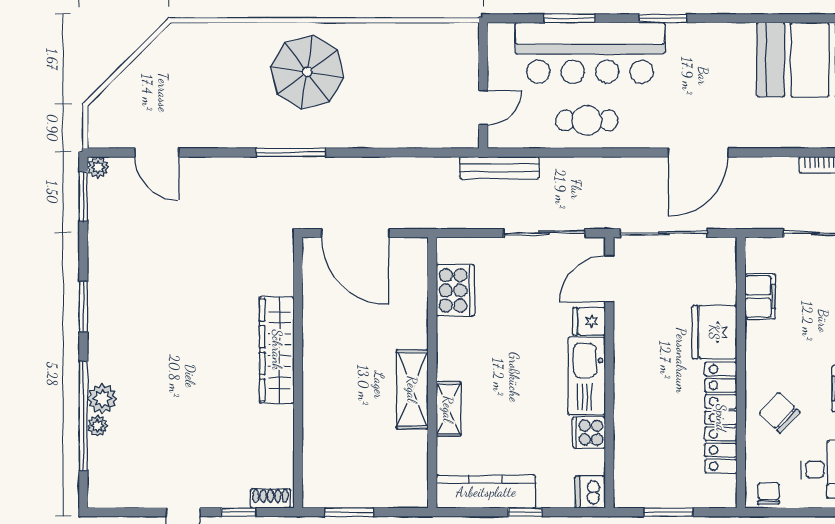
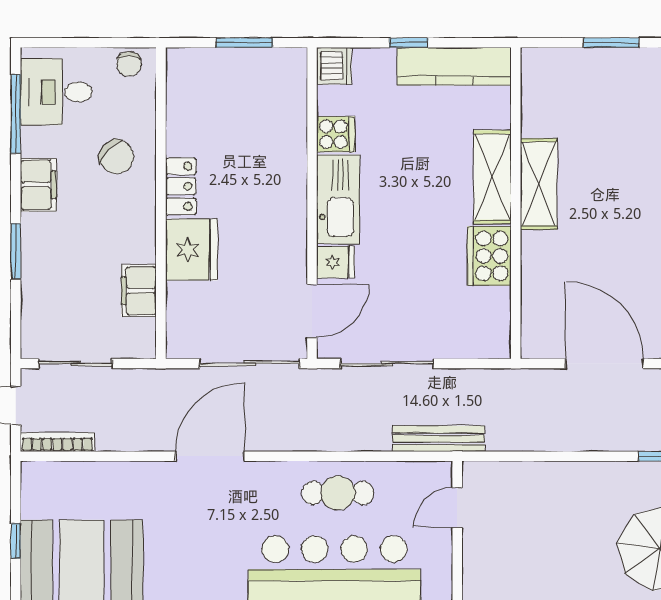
cooker: (455, 290) -> (489, 256), moved
shelving: (448, 409) -> (492, 177), width x1.50, depth x1.33
locker: (721, 418) -> (181, 186), width x0.46, depth x0.83

